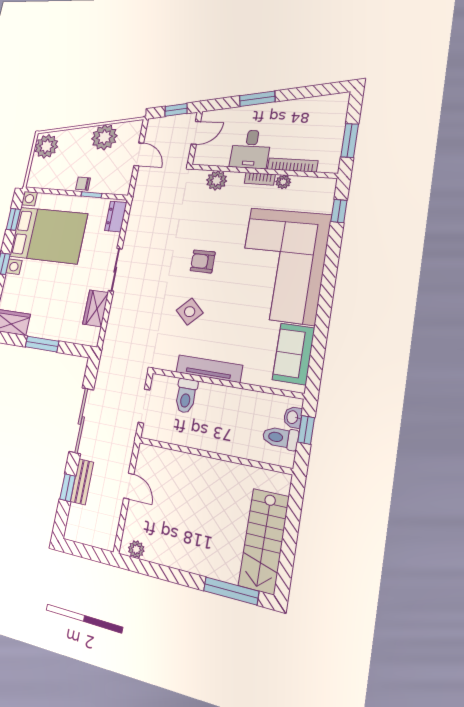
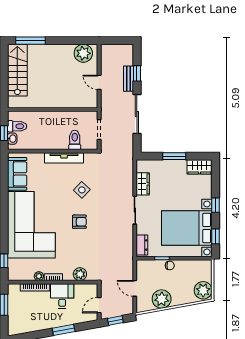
plant: (136, 549) -> (83, 53), width x1.87, depth x1.87

